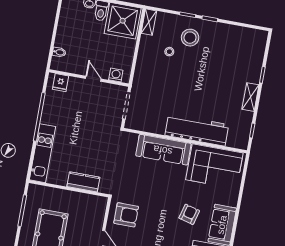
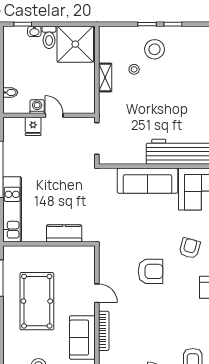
shelving: (149, 22) -> (105, 78), moved
washing machine: (116, 75) -> (37, 107), moved
fridge: (61, 83) -> (33, 126), moved
armchair: (126, 215) -> (151, 271), moved

